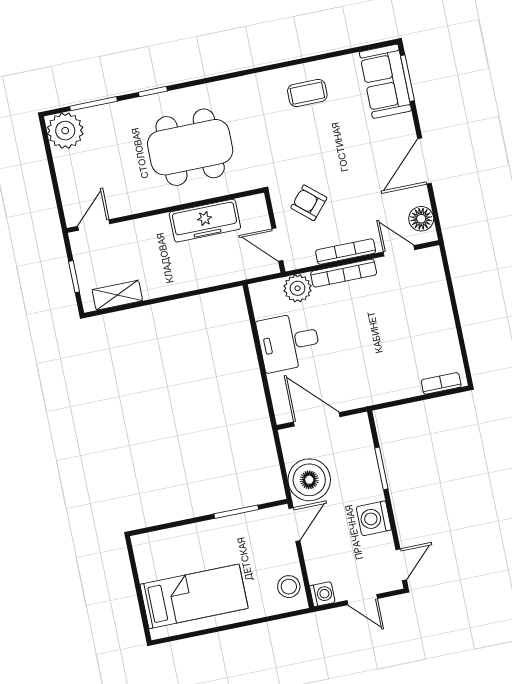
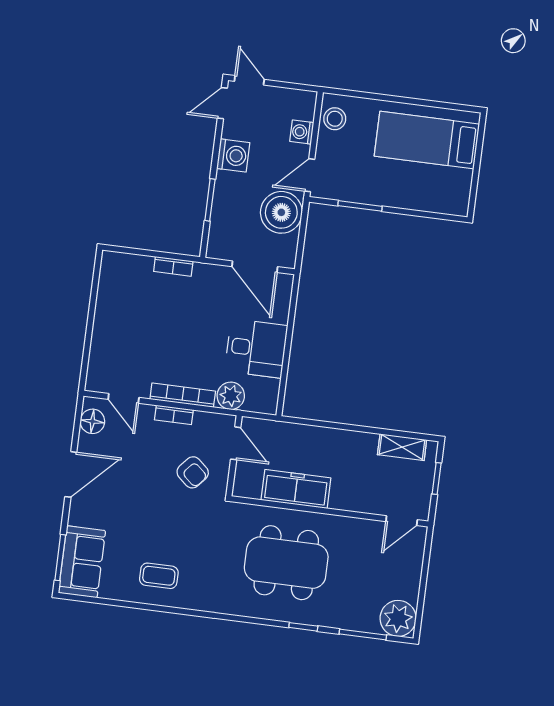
bookcase: (346, 252) -> (174, 415), width x0.64
bookcase: (441, 383) -> (173, 266), moved
washing machine: (322, 594) -> (302, 132), moved
door: (362, 600) -> (249, 80), moved

